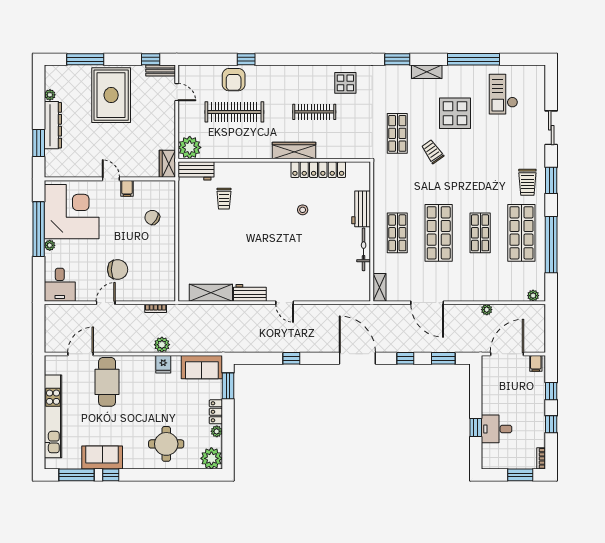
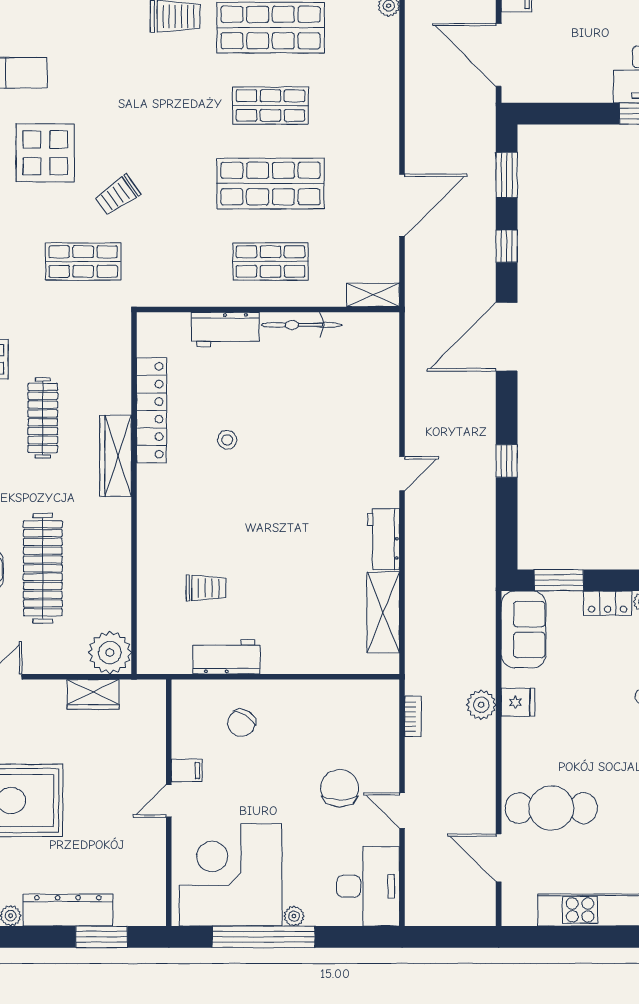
wardrobe: (167, 164) -> (93, 694), moved
workbench: (196, 171) -> (226, 657), moved, turned -90
desk: (60, 285) -> (368, 886), width x1.37
plant: (487, 310) -> (415, 93), removed

